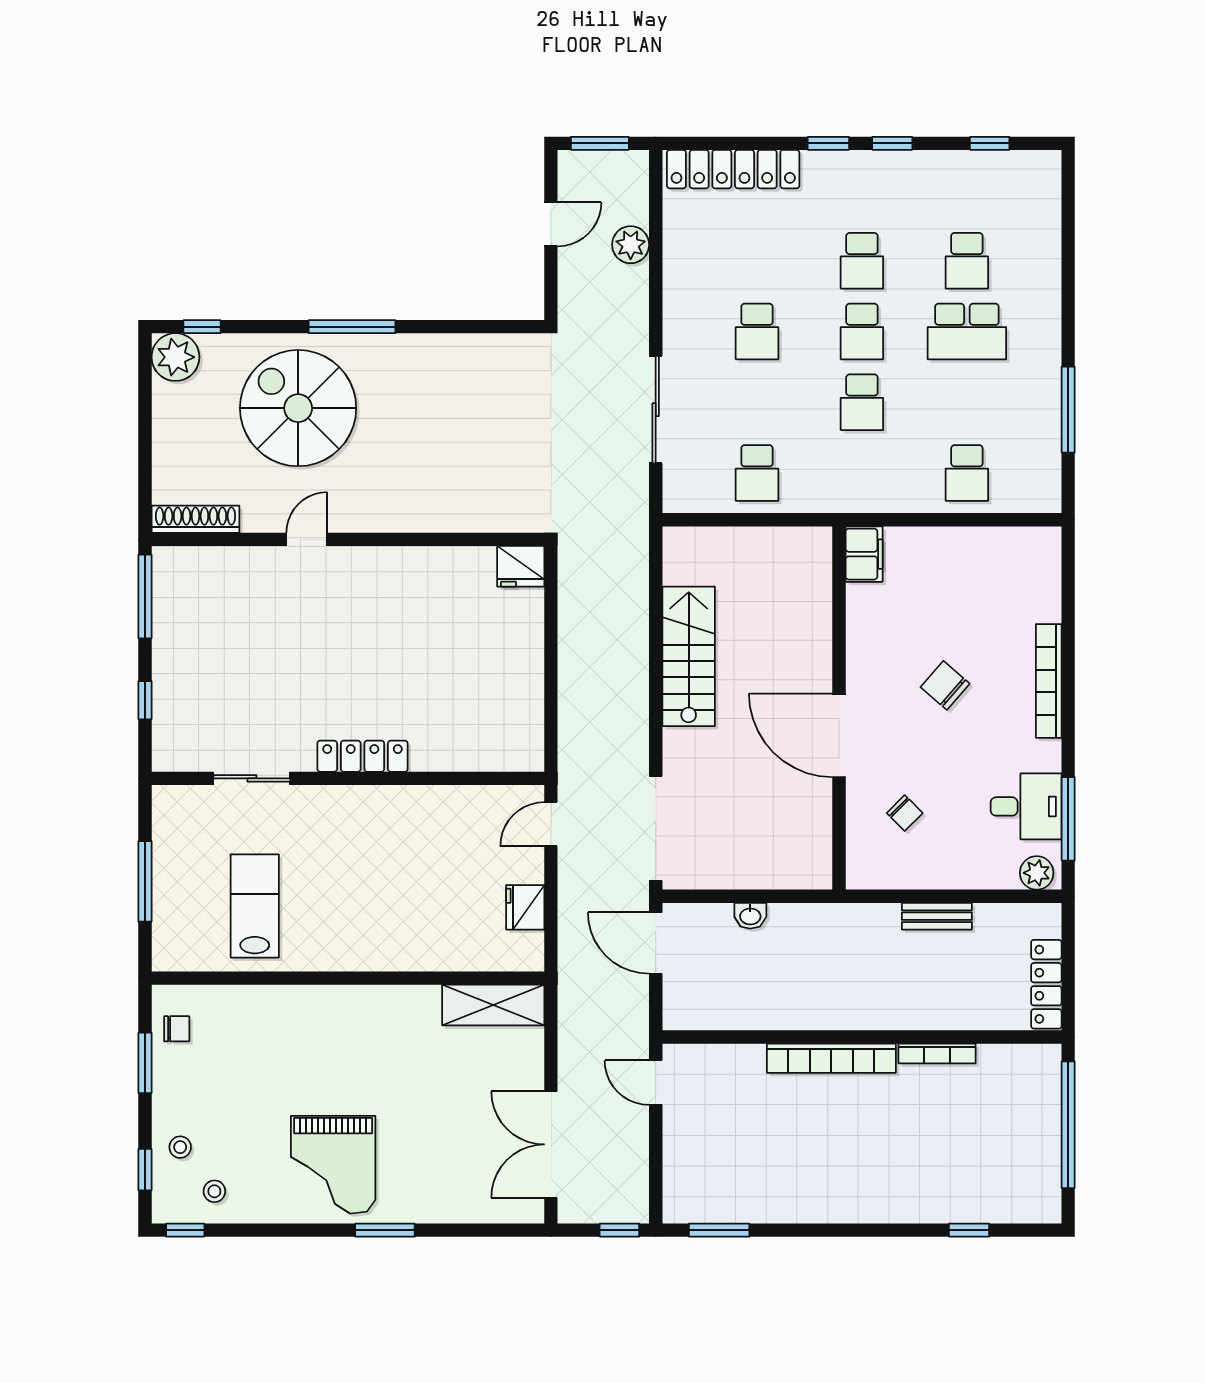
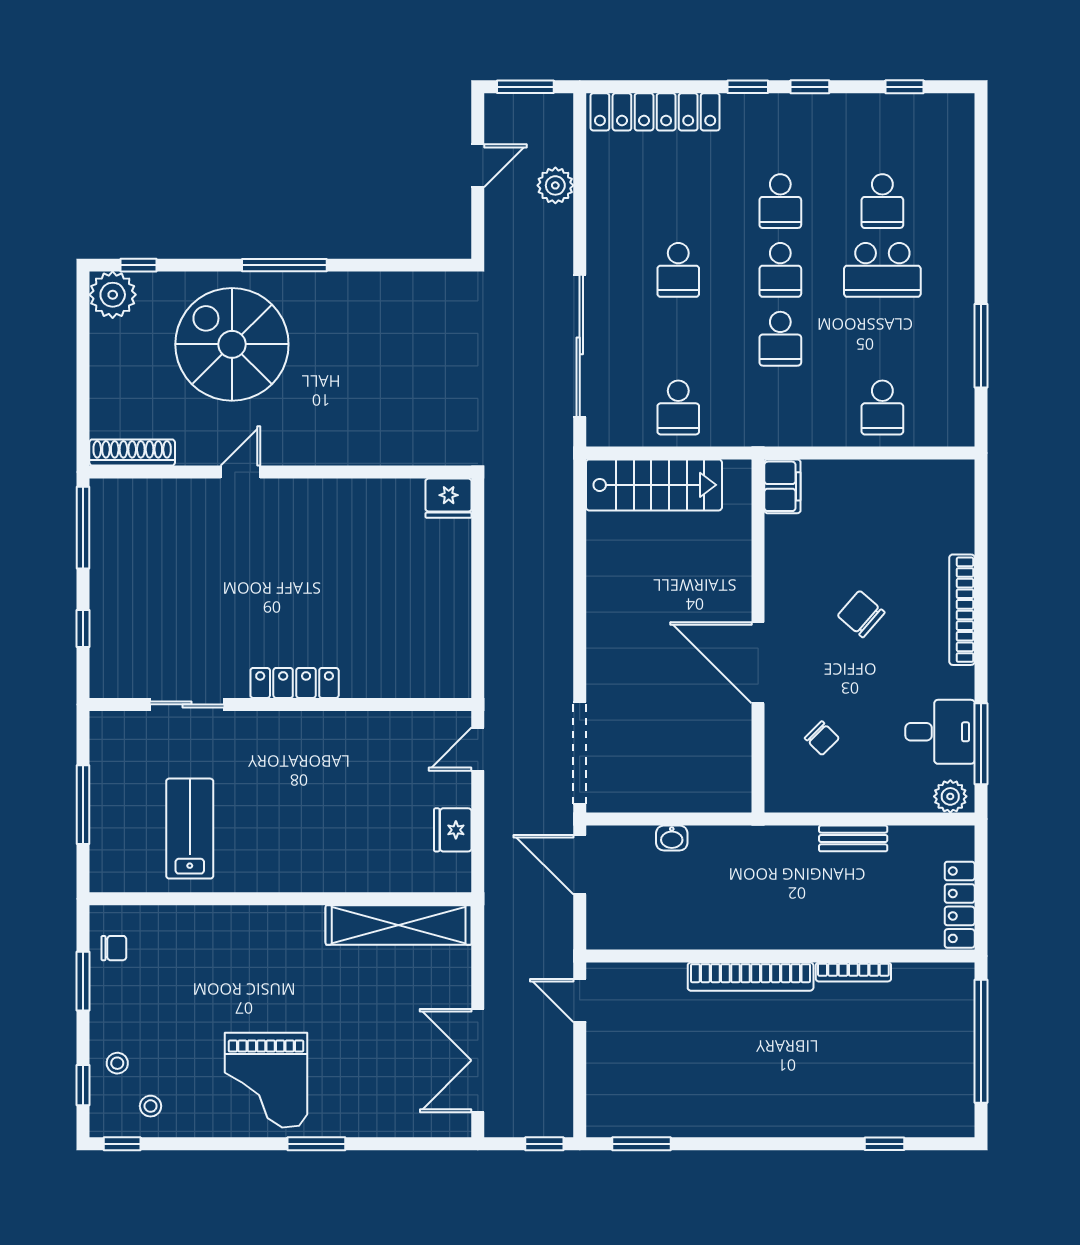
sliding door: (656, 410) -> (580, 346), width x1.36
stairs: (689, 656) -> (654, 485), moved, turned 90
shelving: (493, 1005) -> (399, 925), width x1.47

